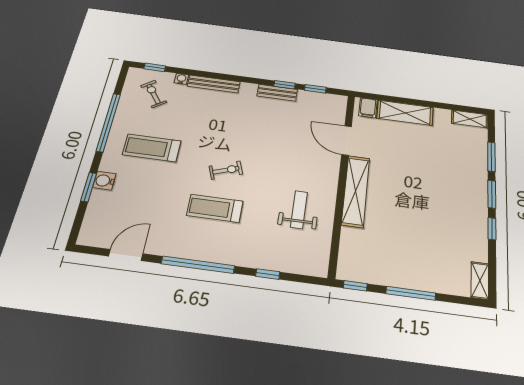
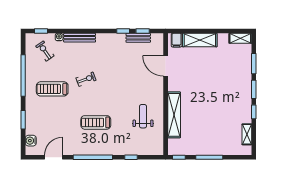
bench: (277, 93) -> (138, 38), moved
exercise bike: (226, 170) -> (86, 79), moved
water cooler: (104, 181) -> (31, 141), moved
shelving: (356, 191) -> (174, 115), moved
shelving: (480, 281) -> (247, 134), moved

